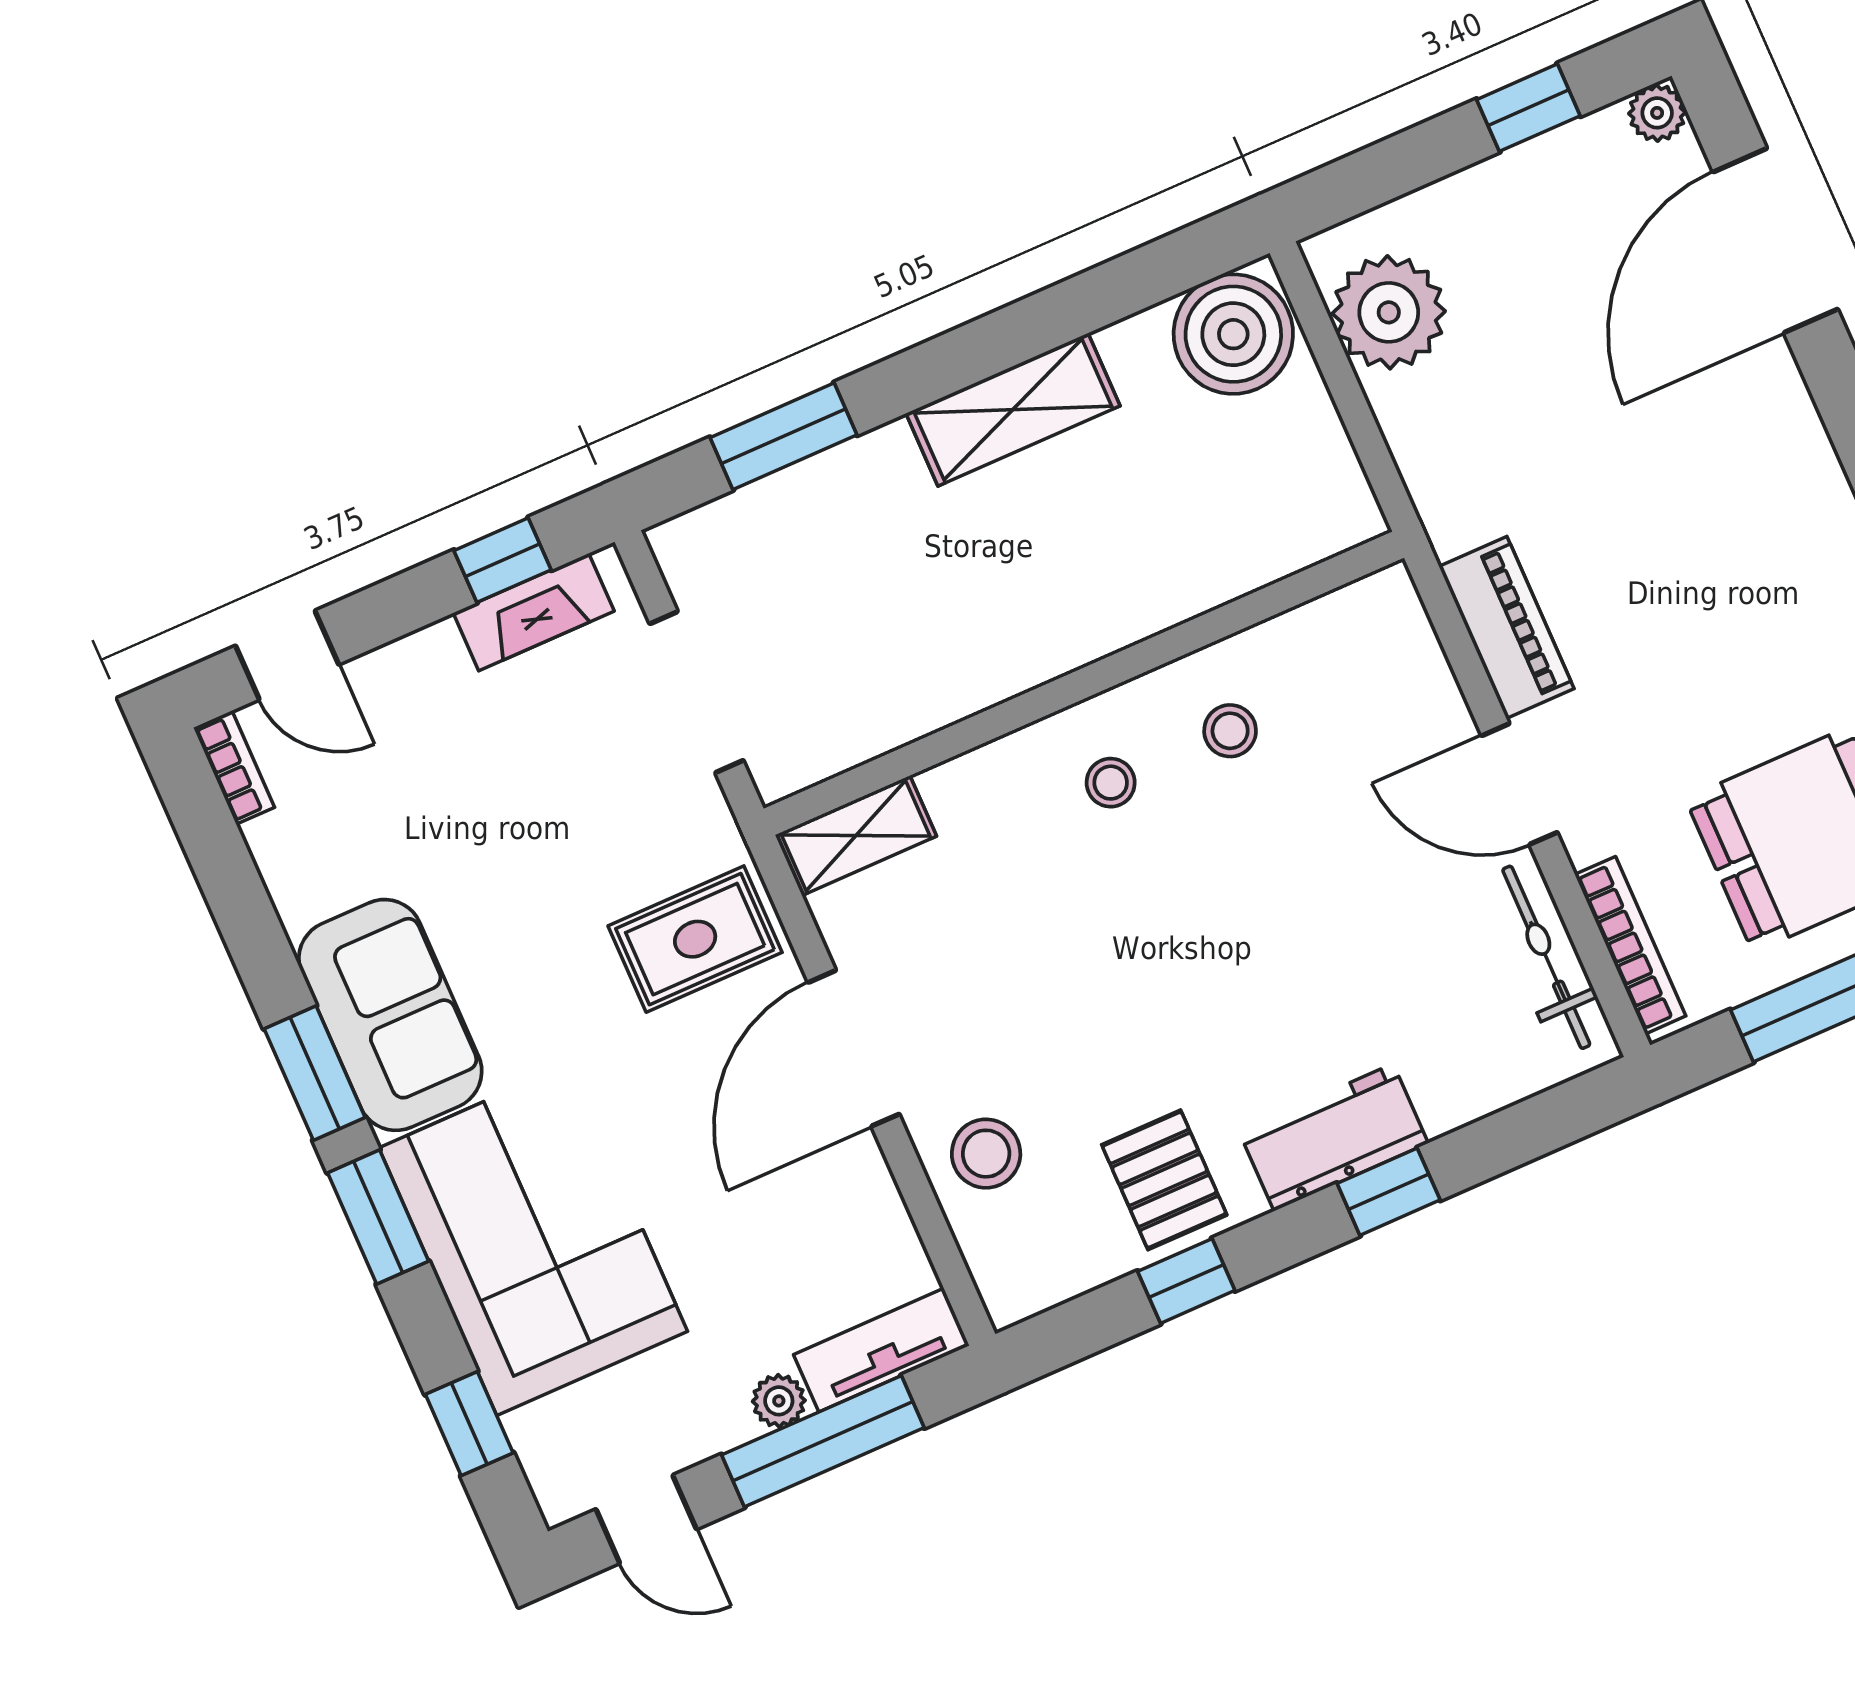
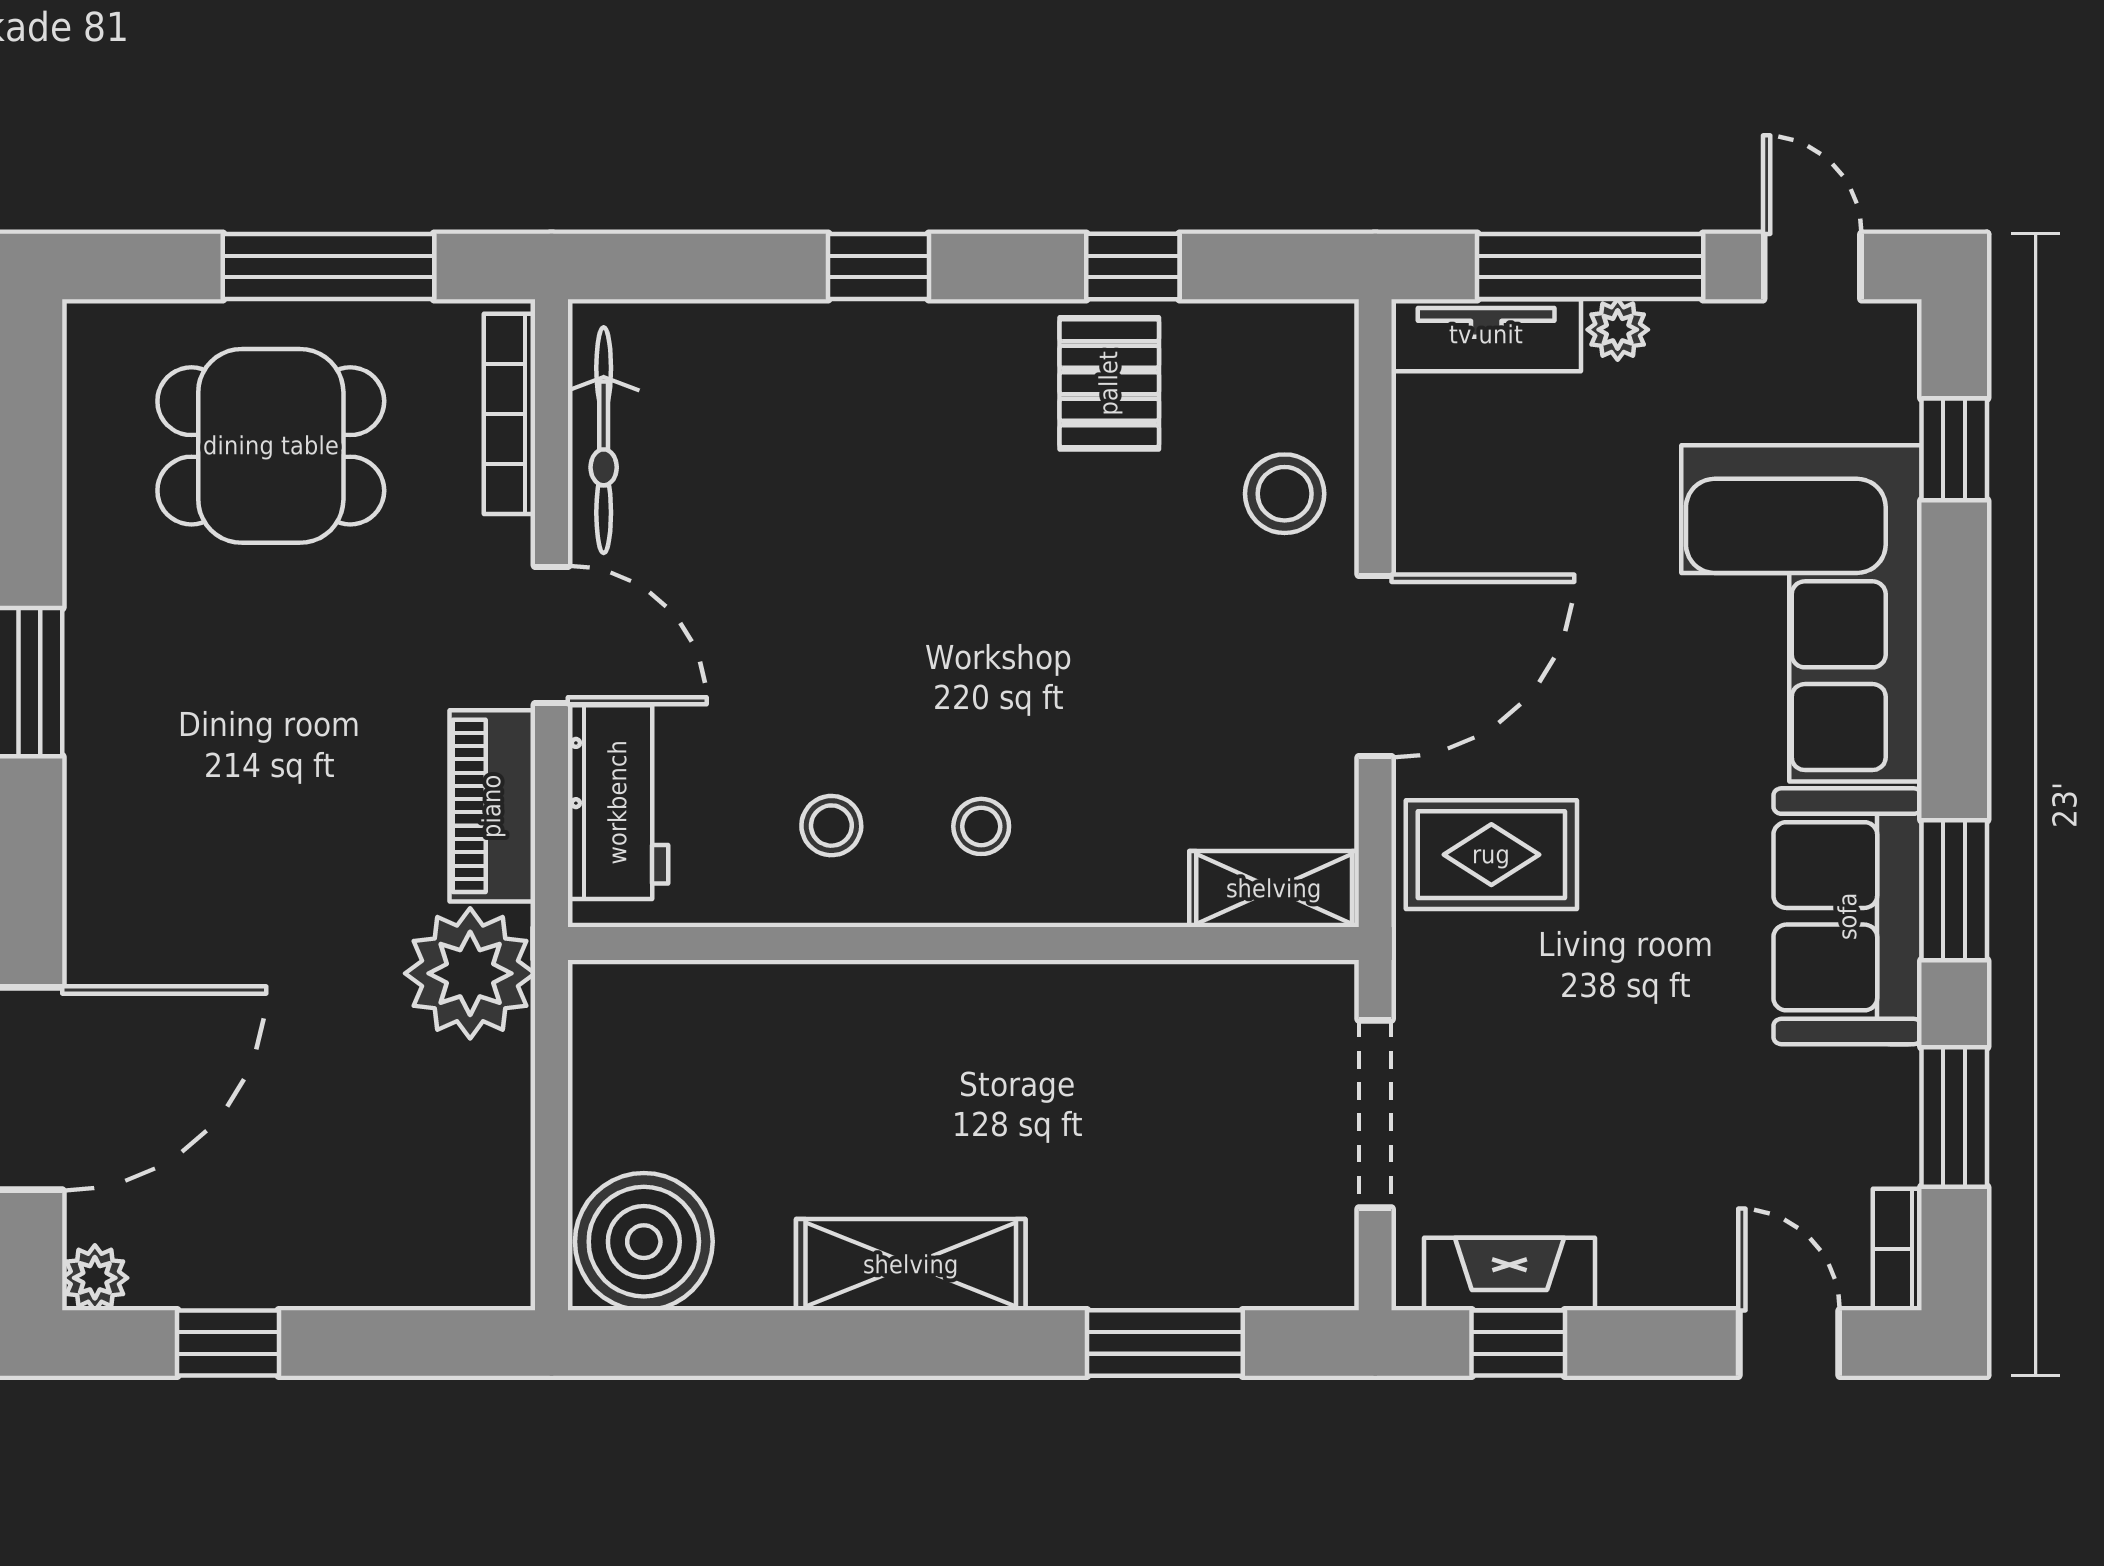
plant: (1389, 312) -> (470, 973), moved
workbench: (1334, 1137) -> (618, 802), moved, turned -90
window: (378, 1217) -> (1954, 1117), moved

